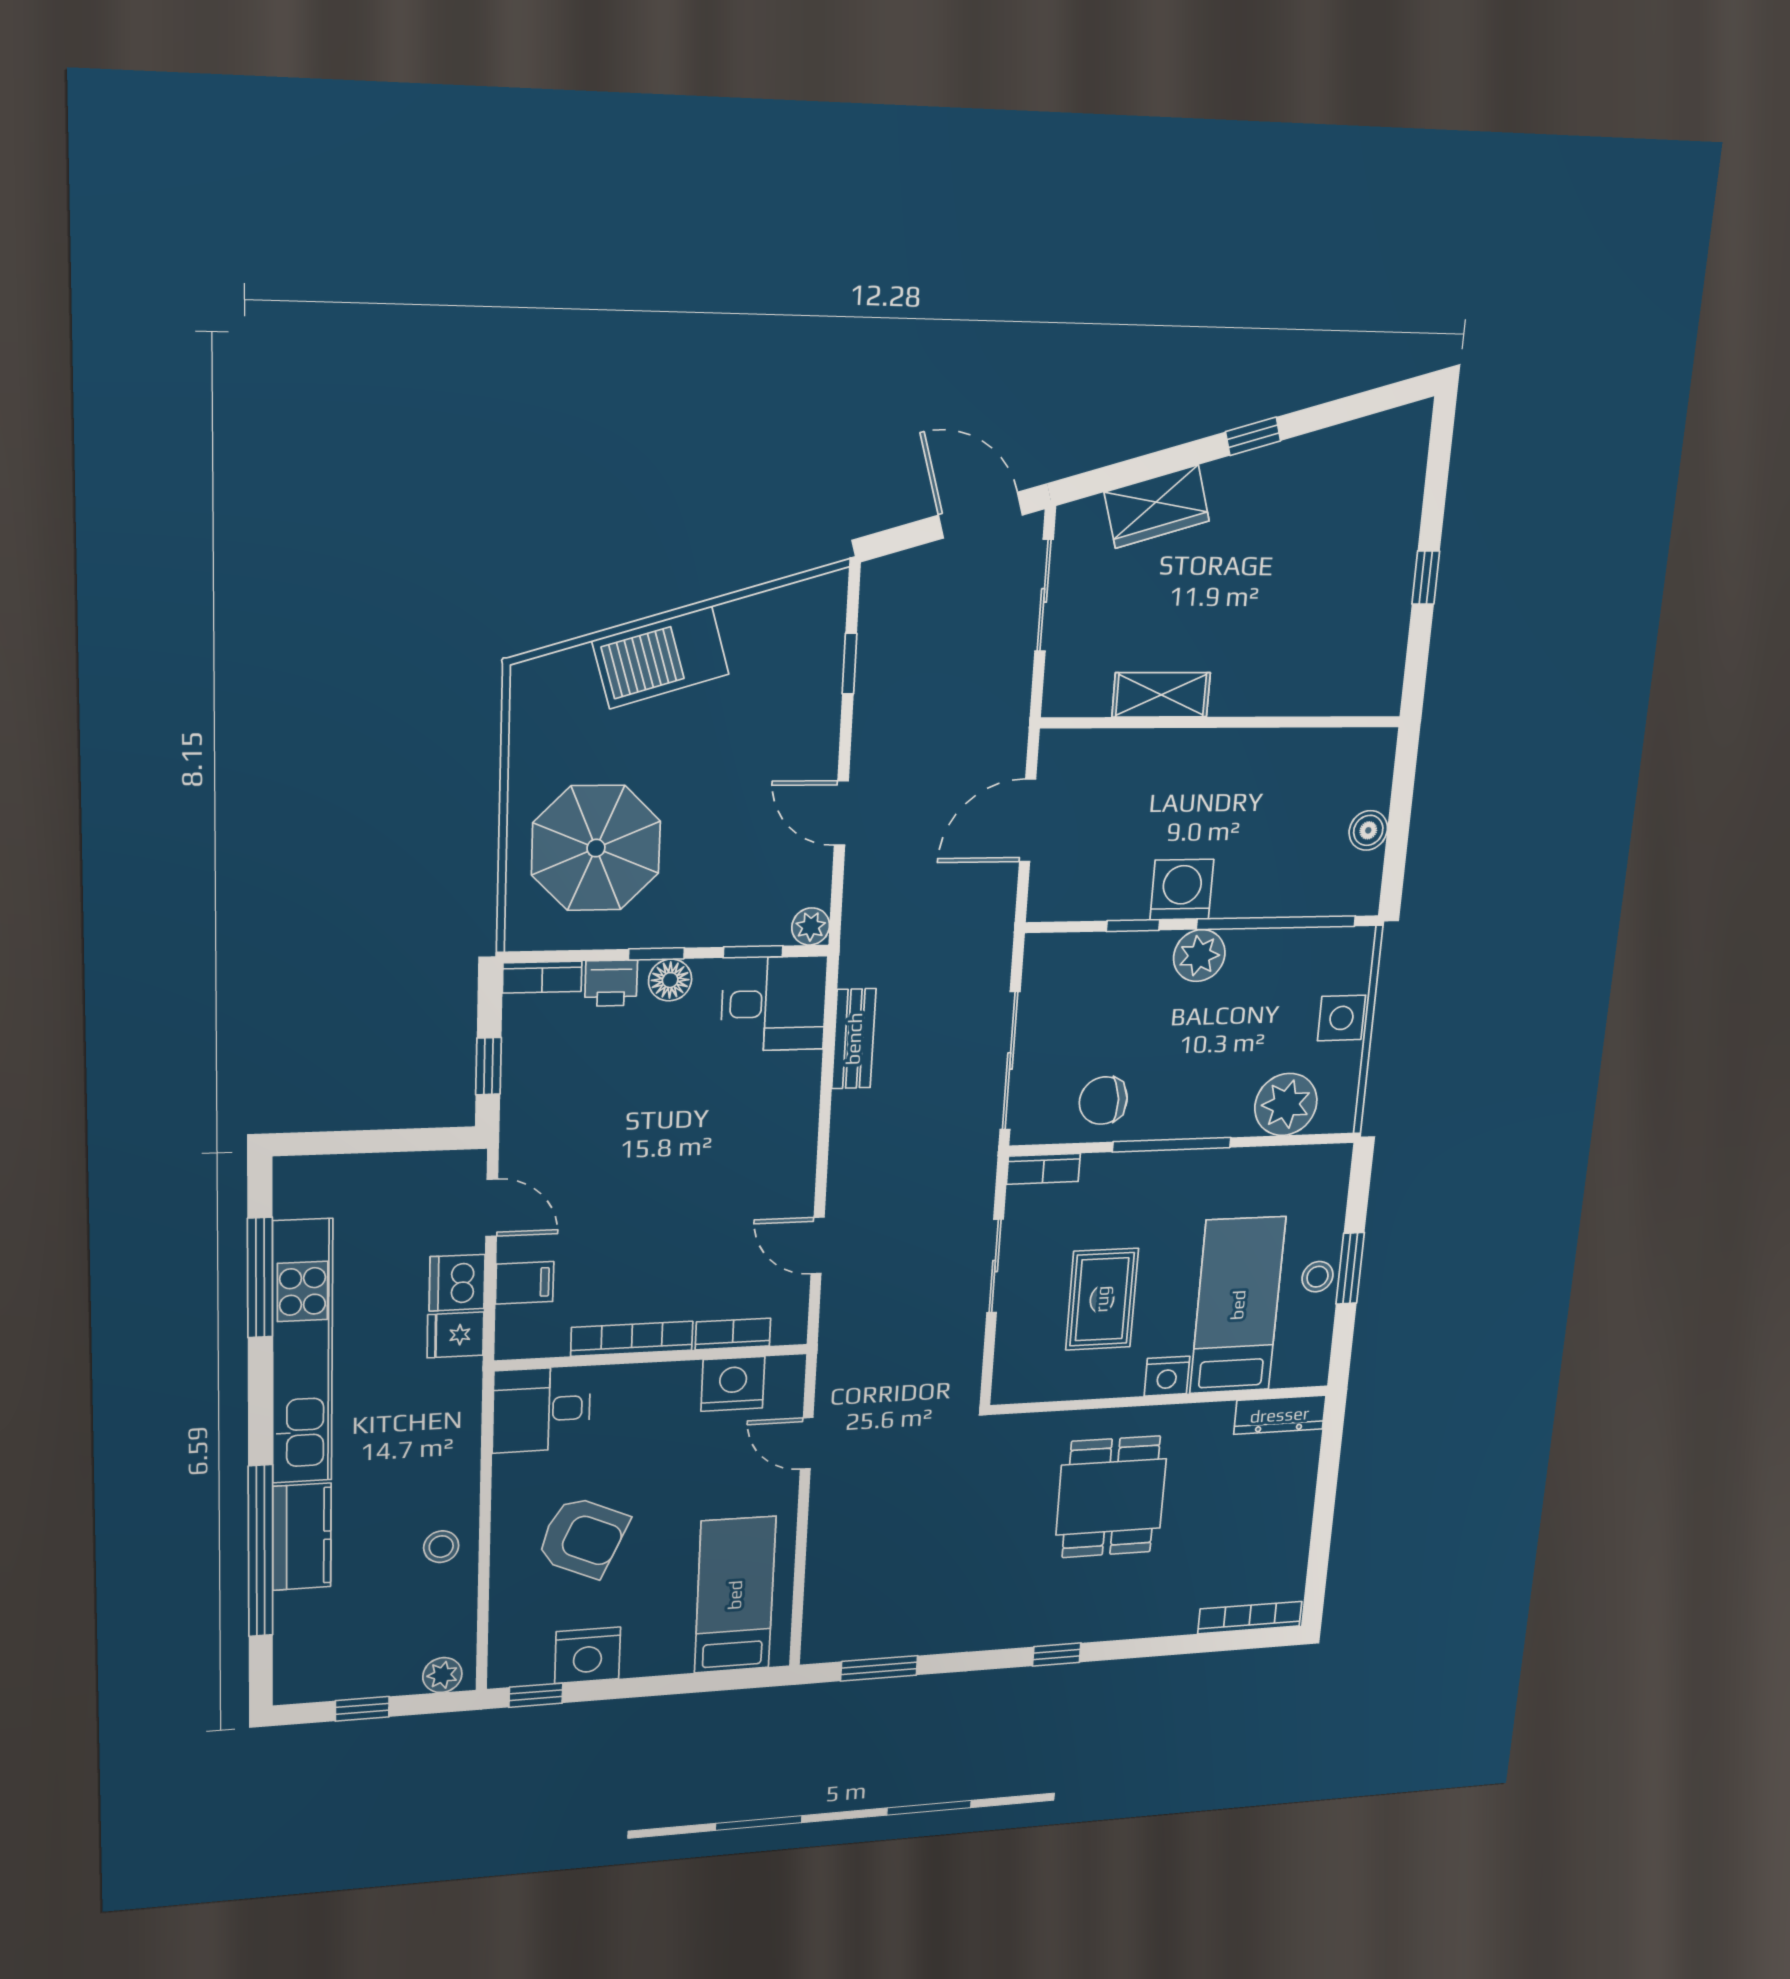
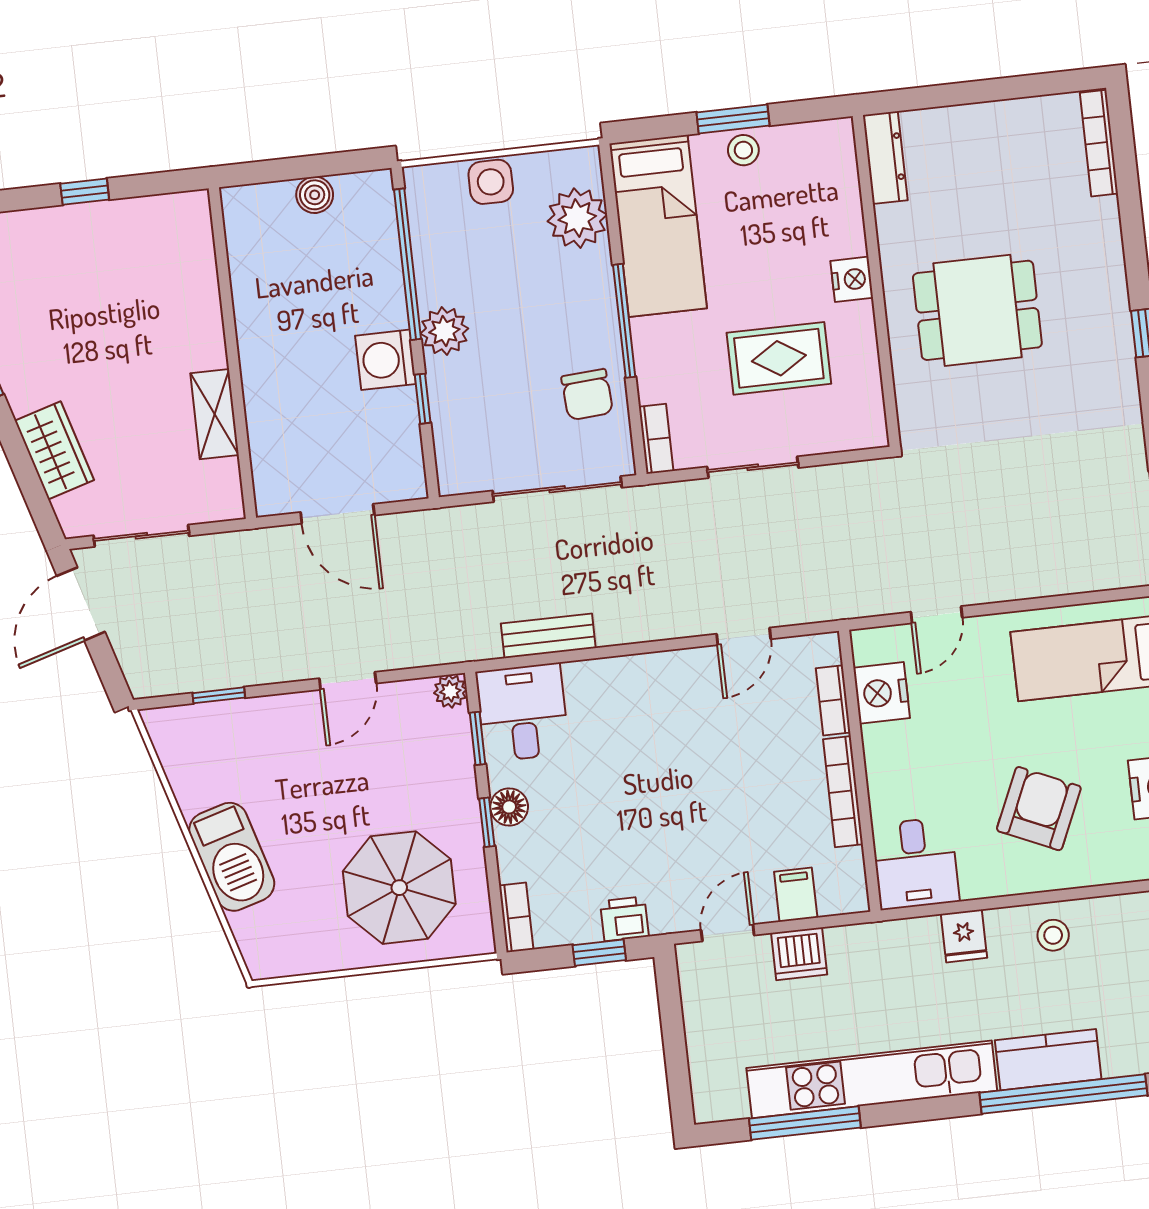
printer: (611, 983) -> (624, 919), moved, turned -90
bed: (1238, 1305) -> (658, 226), moved, turned -90
fridge: (455, 1335) -> (964, 936), moved

